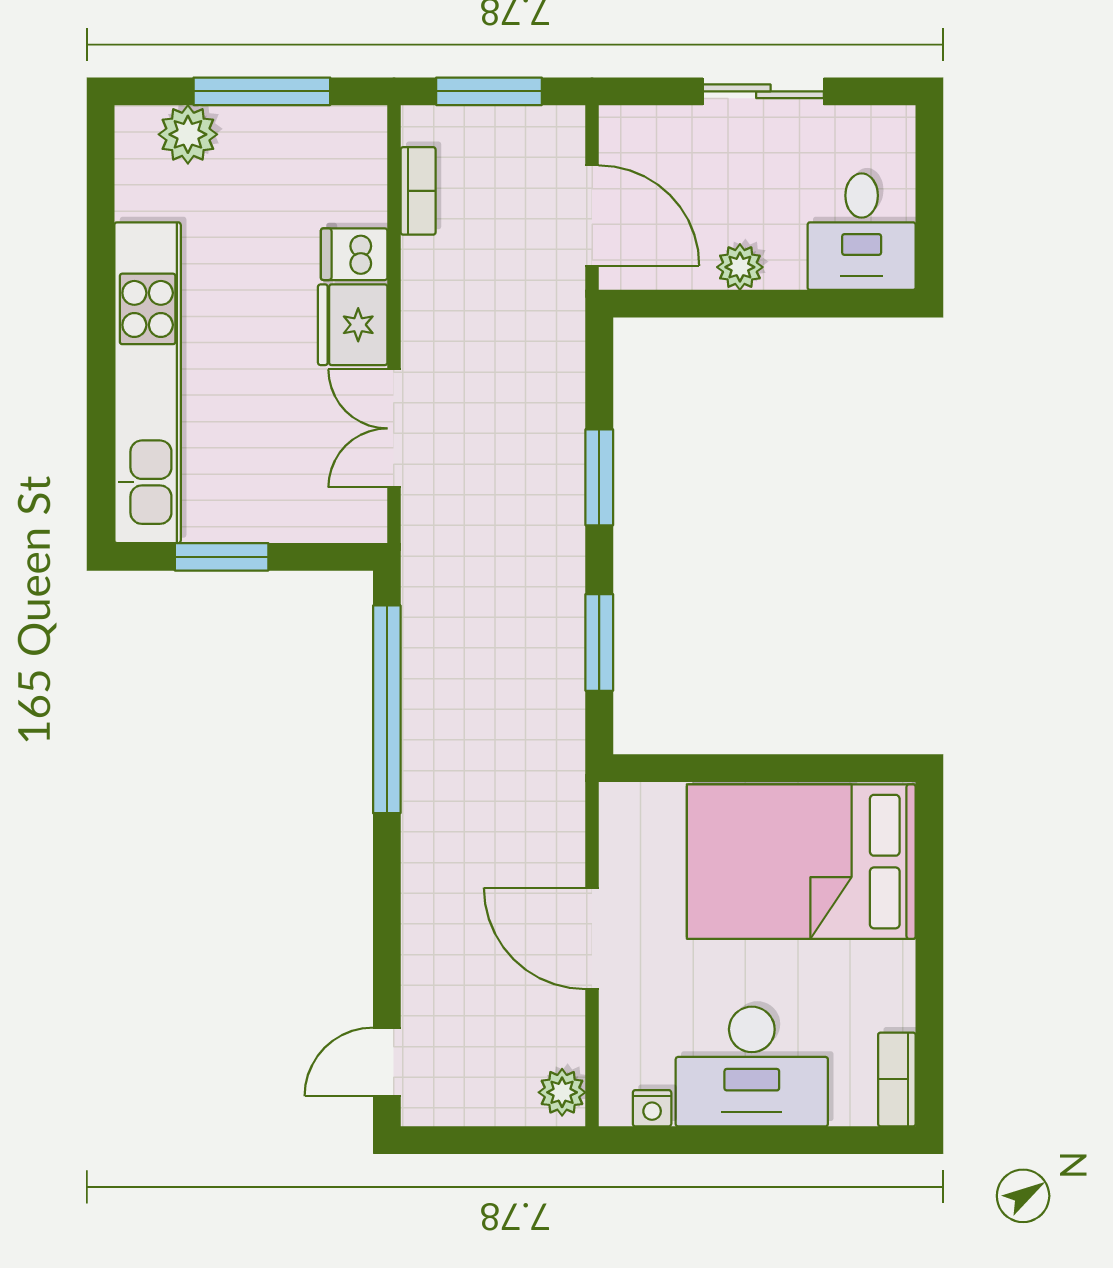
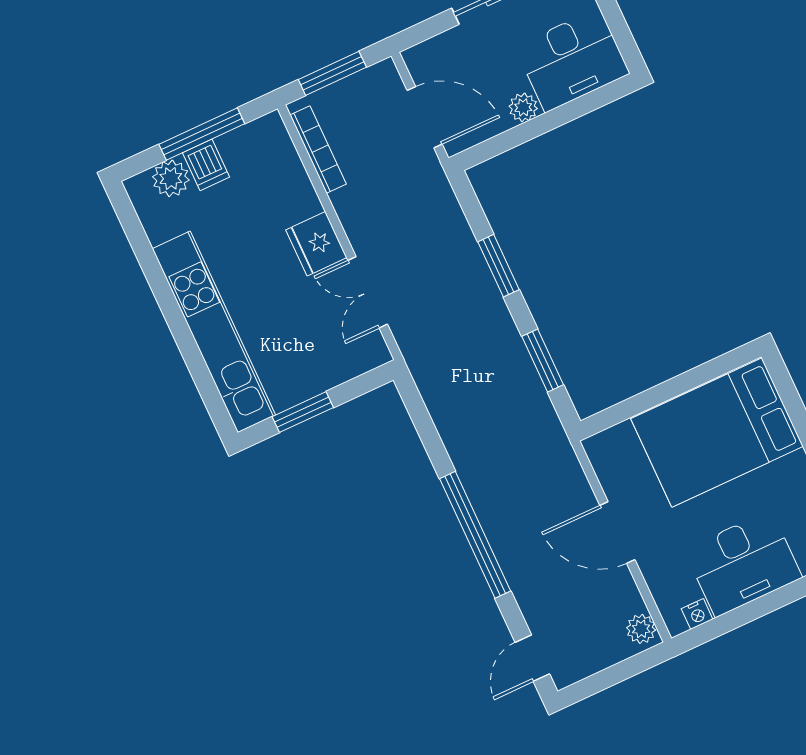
bookcase: (418, 191) -> (318, 150), width x1.56
desk: (862, 232) -> (572, 60), width x1.37
dishwasher: (354, 254) -> (206, 165), moved, turned -90
window: (387, 709) -> (475, 535), moved

